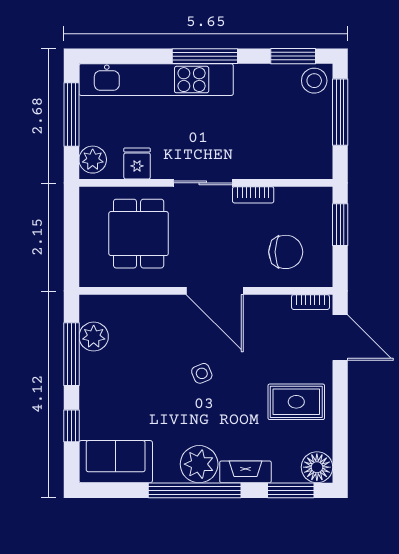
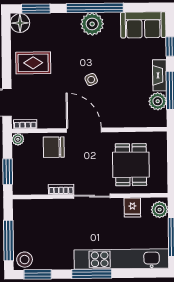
chair: (286, 252) -> (54, 147), moved
plant: (323, 277) -> (18, 139), added
fireplace: (245, 472) -> (160, 75), moved, turned 90

